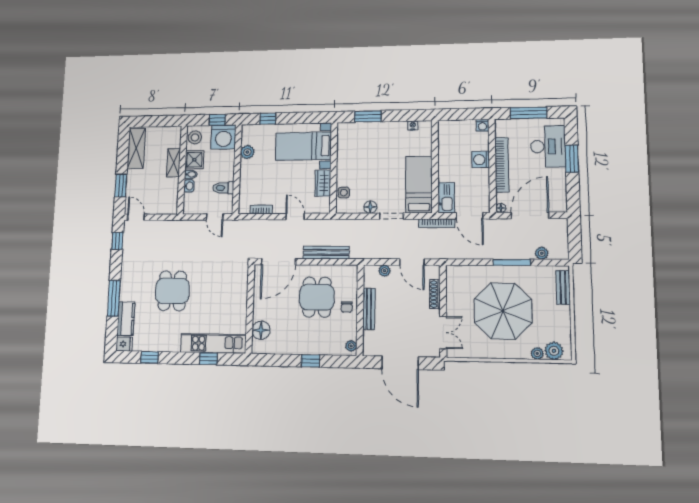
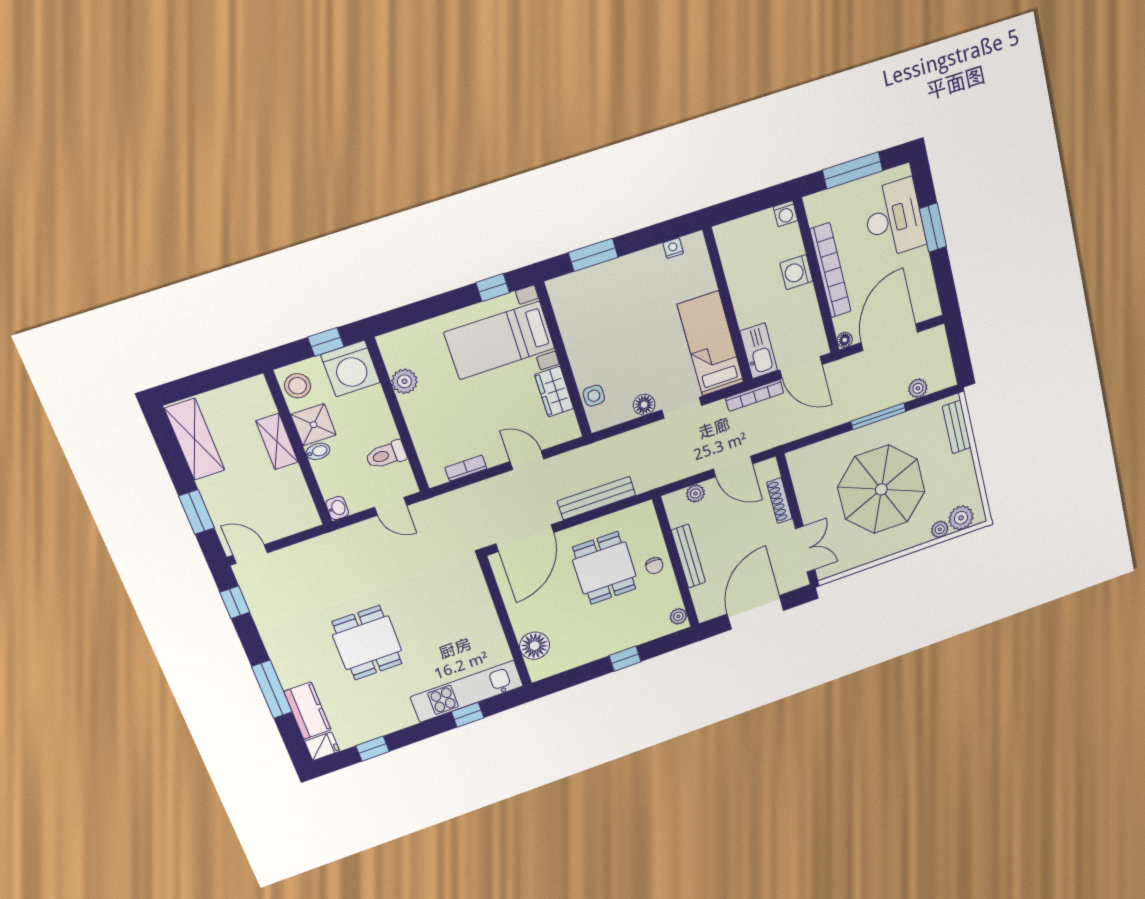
window: (268, 119) -> (493, 288), moved
washbasin: (189, 186) -> (337, 508), moved
door: (400, 363) -> (755, 612), swing flipped

